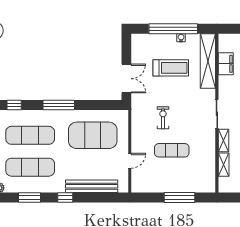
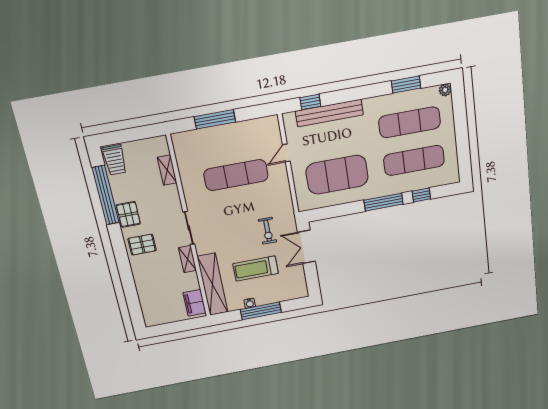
window: (173, 29) -> (261, 311), width x0.68
filing cabinet: (226, 64) -> (194, 303), moved
window: (14, 105) -> (421, 195), moved
exercise bike: (163, 118) -> (268, 231), moved
shelving: (223, 140) -> (187, 259), moved
exercise mat: (172, 150) -> (236, 175), width x1.36, depth x1.45
window: (65, 198) -> (310, 102), moved

